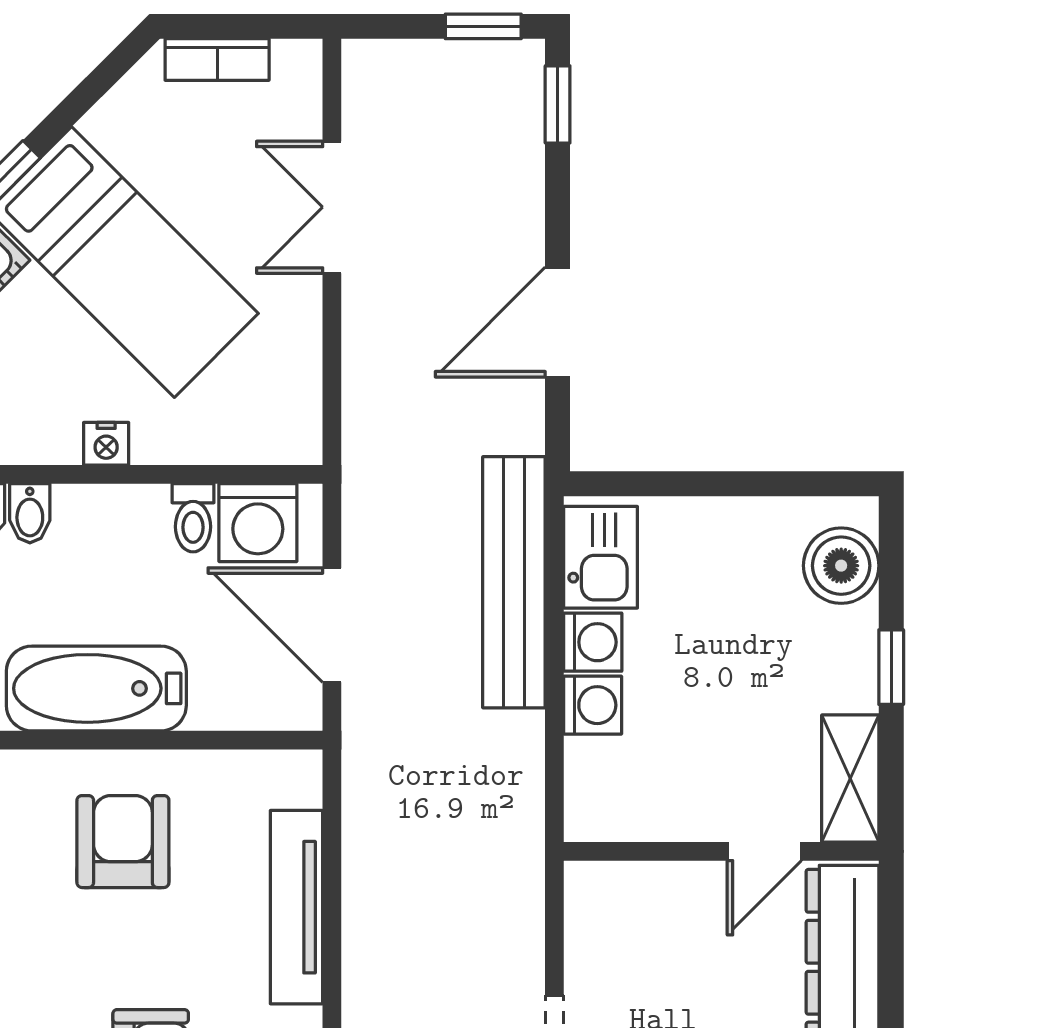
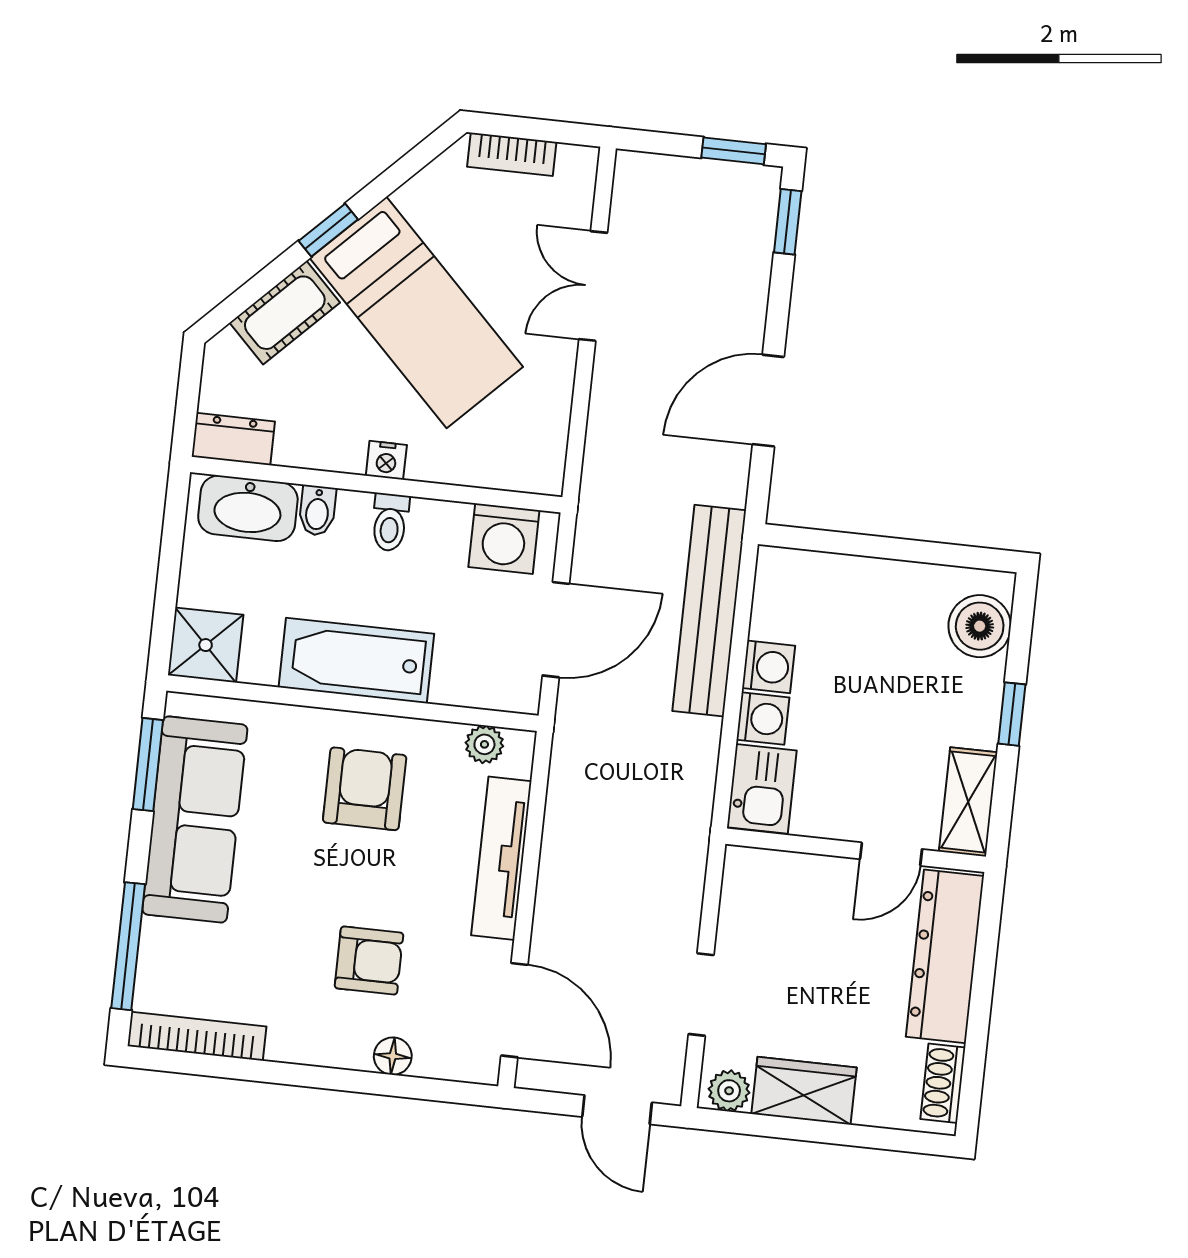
toilet: (193, 518) -> (390, 522), moved
kitchen sink: (601, 557) -> (762, 789), moved
door: (332, 625) -> (556, 630), swing flipped
plant: (261, 772) -> (484, 744), added

